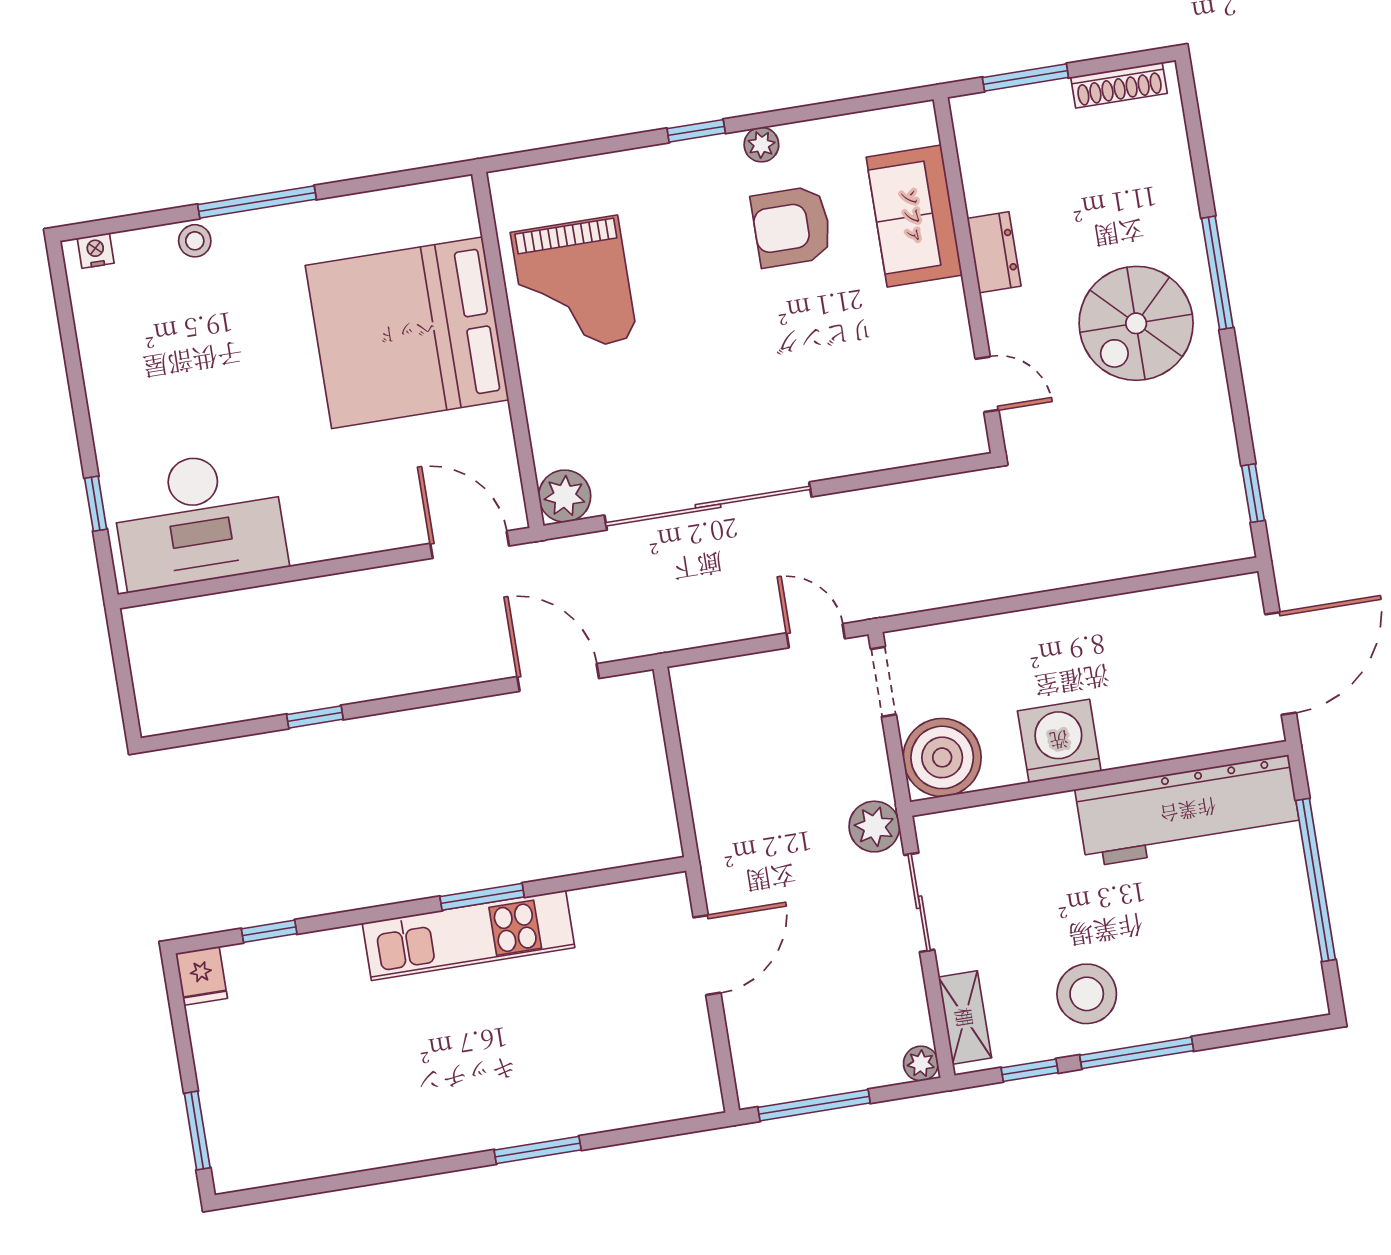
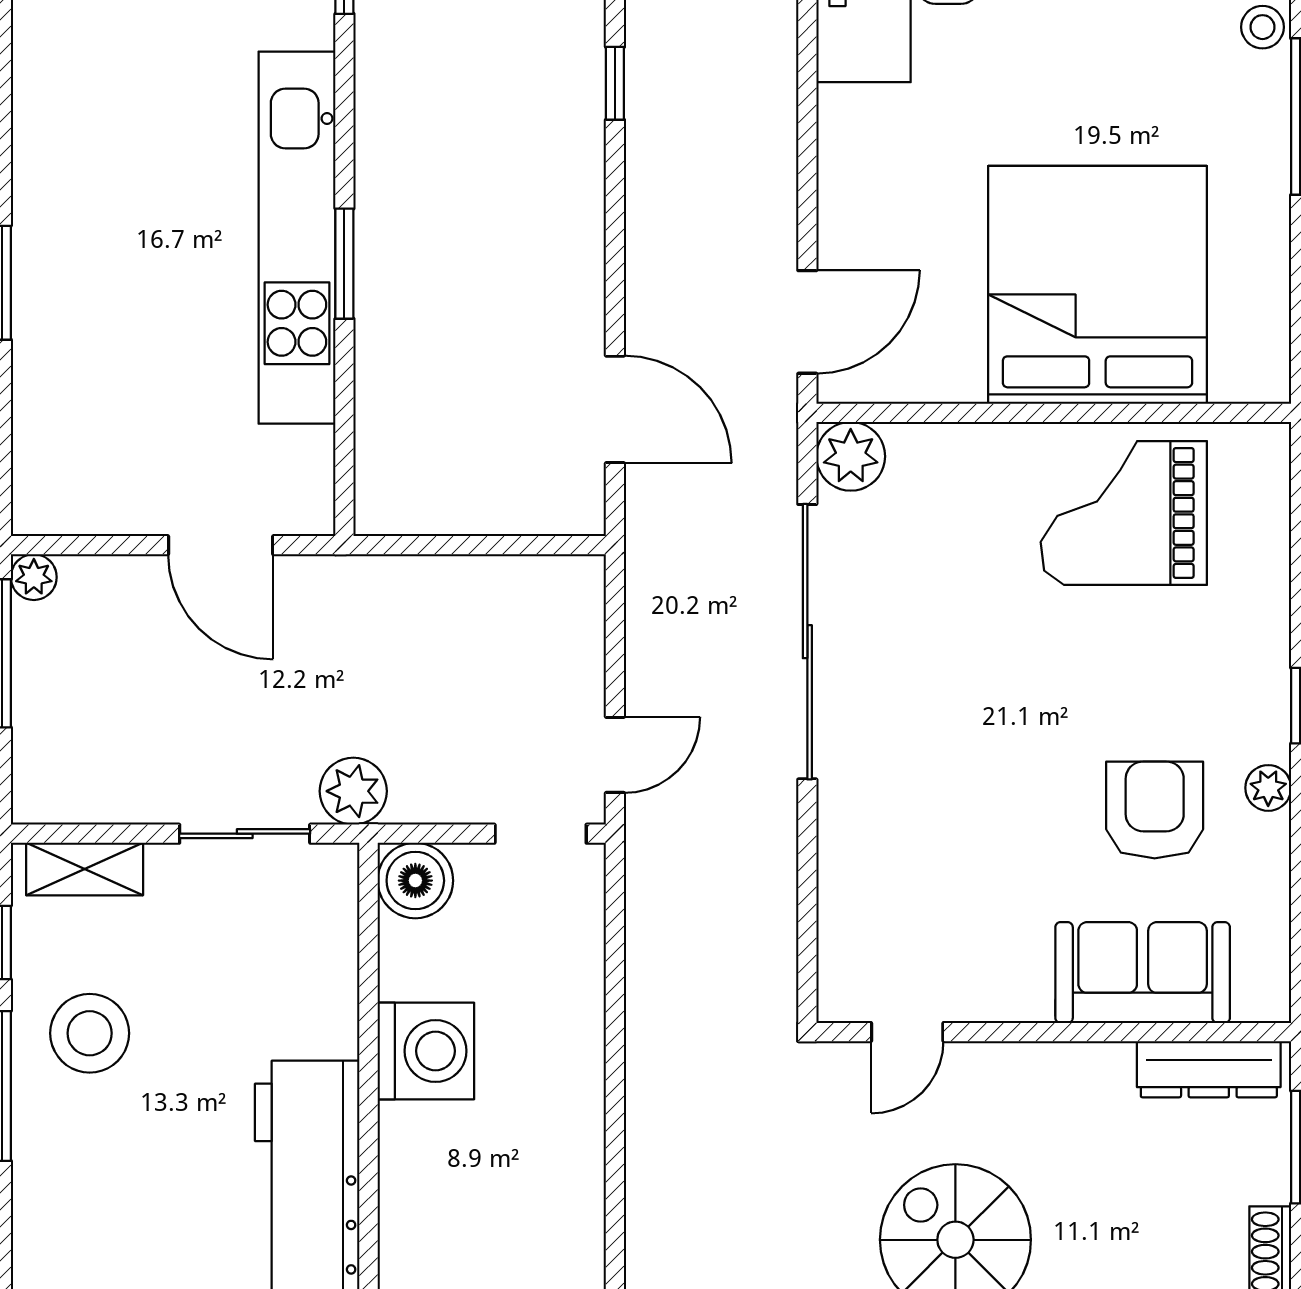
dresser: (994, 252) -> (1209, 1069), moved, width x1.44
door: (558, 678) -> (615, 409), hinge flipped
boiler: (942, 757) -> (415, 881), width x0.73, depth x0.73
kitchen unit: (468, 935) -> (297, 238), width x1.36
plant: (921, 1063) -> (34, 577), moved

